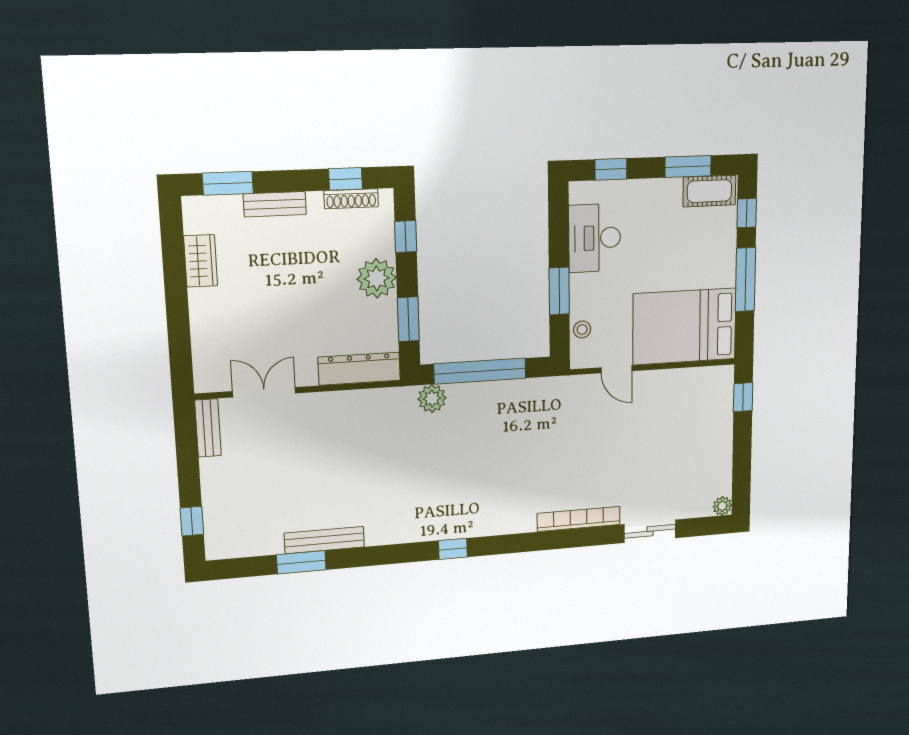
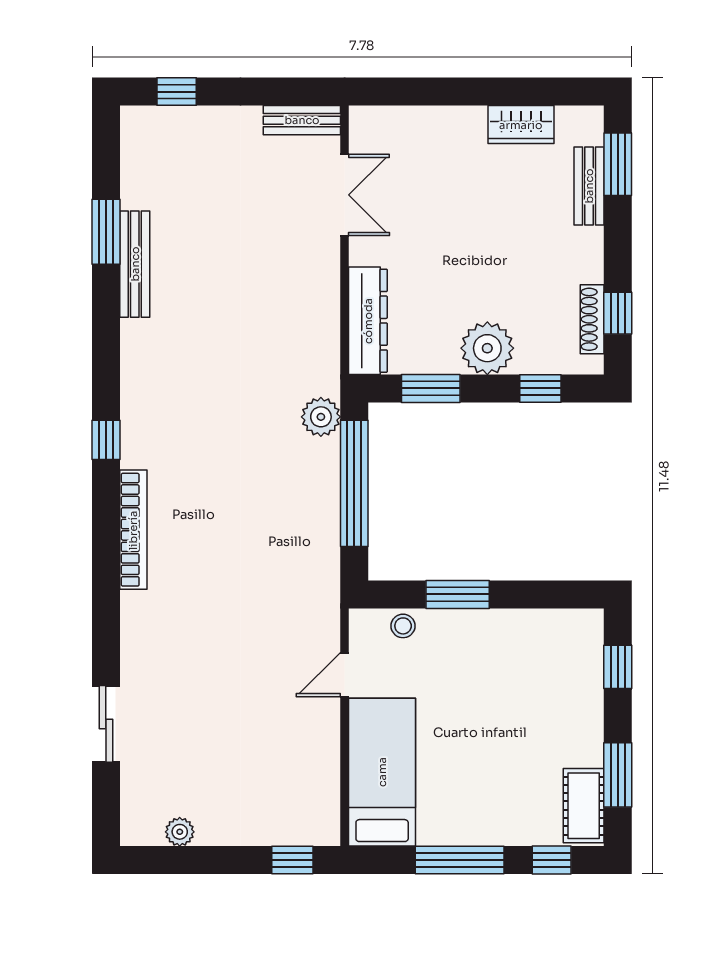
bench: (275, 204) -> (589, 186), moved
desk: (595, 238) -> (527, 644), removed
bed: (684, 326) -> (382, 772), width x0.67
plant: (722, 506) -> (180, 832), moved
bookcase: (579, 519) -> (133, 530), moved

